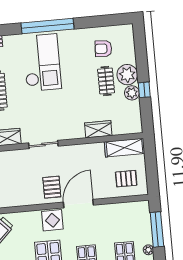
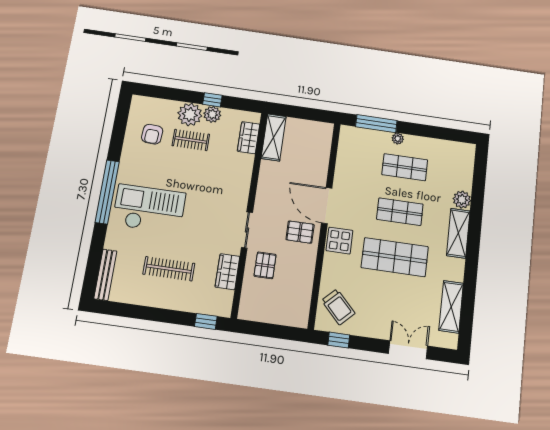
wardrobe: (98, 129) -> (249, 138), moved
pallet: (126, 179) -> (265, 265), moved

